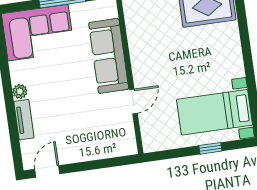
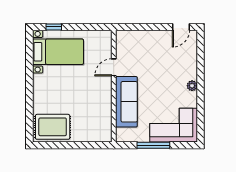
tv unit: (24, 120) -> (192, 66), removed
window: (210, 148) -> (54, 27), moved

